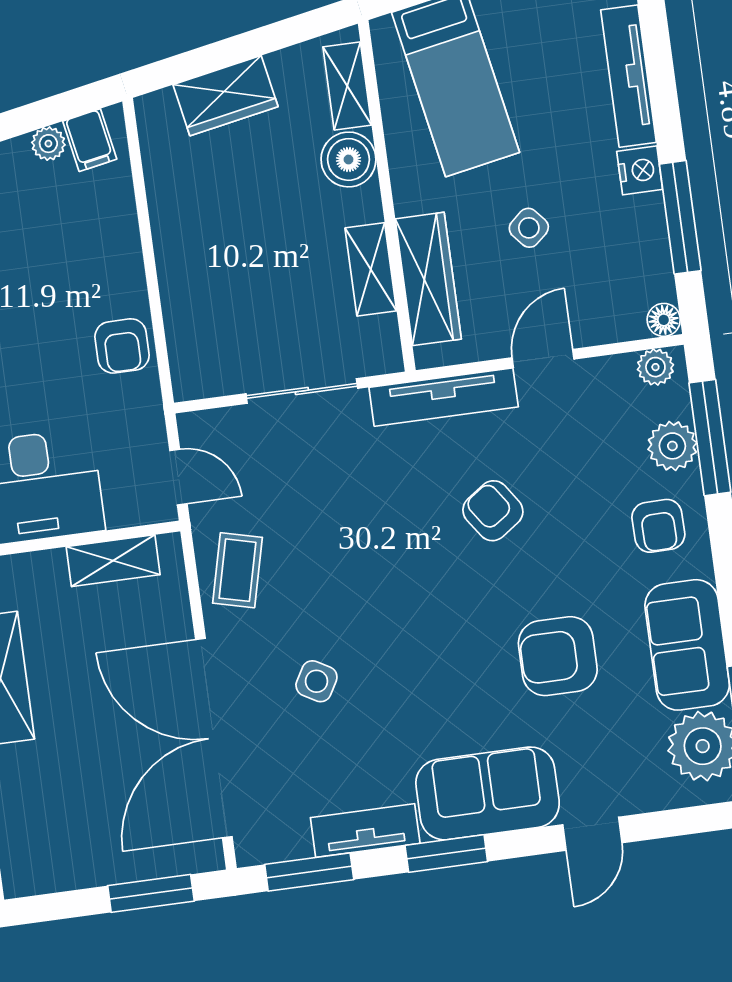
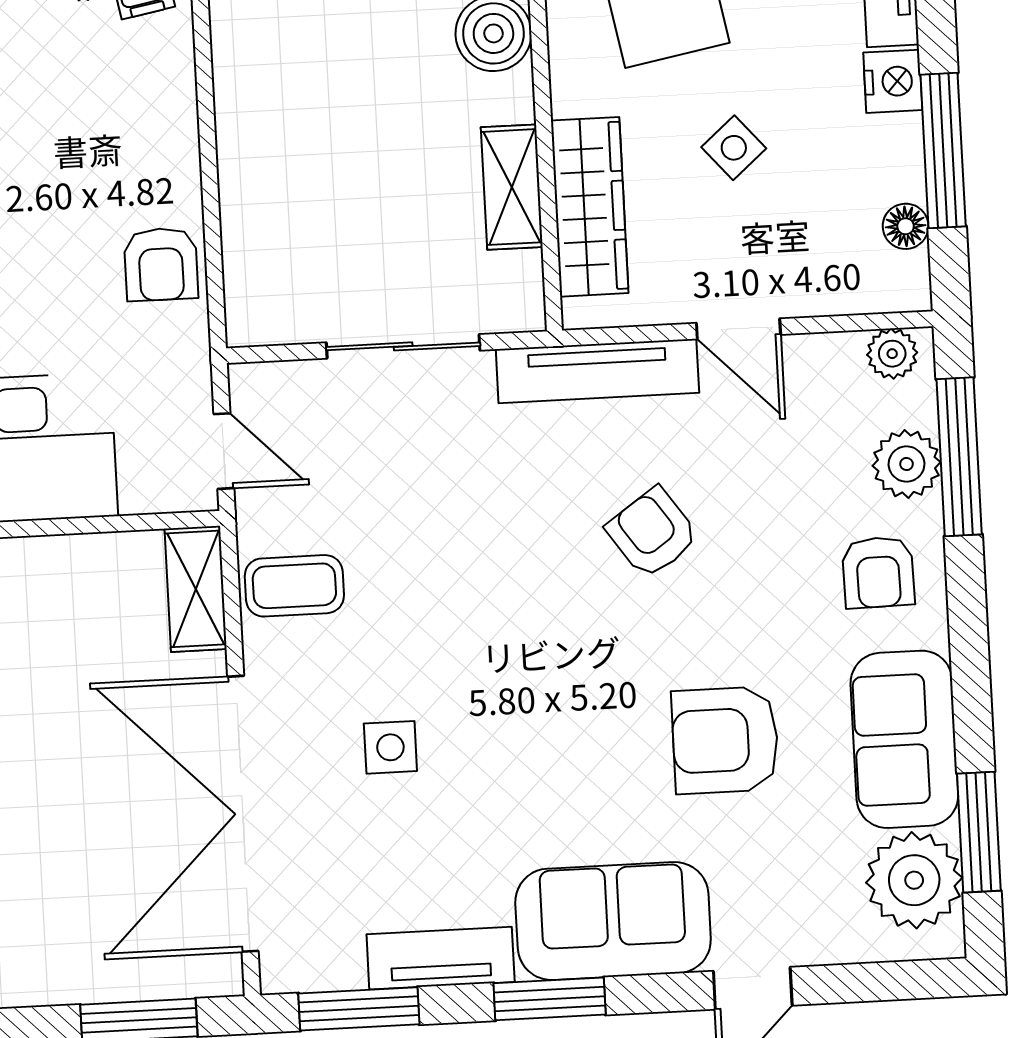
floor lamp: (664, 320) -> (906, 226), moved
door: (543, 358) -> (738, 329), swing flipped
shelving: (113, 561) -> (196, 589), moved, turned 90
coffee table: (237, 570) -> (294, 586), turned 76
side table: (316, 681) -> (390, 747), turned -30

